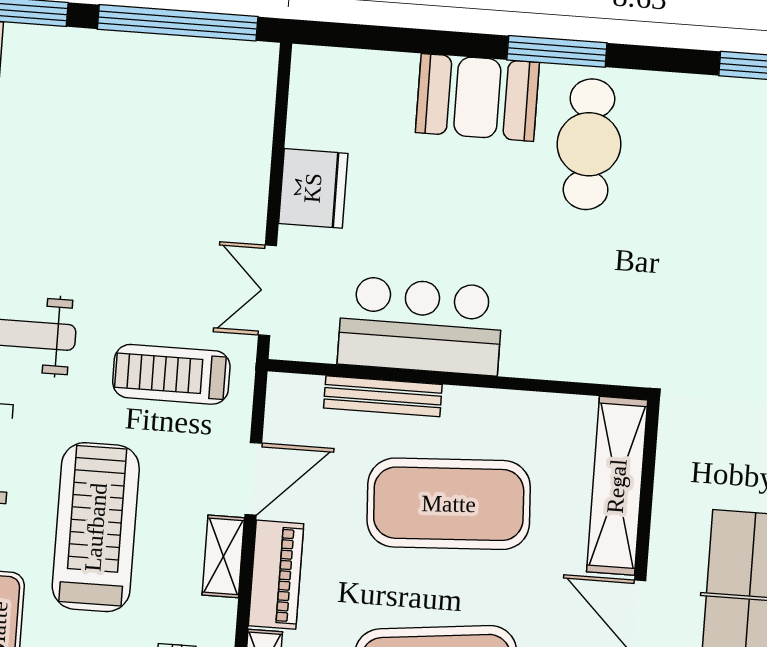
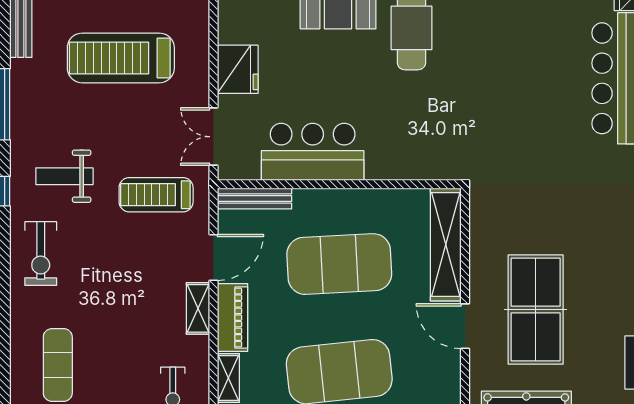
bench: (383, 396) -> (255, 199), moved
treadmill: (96, 527) -> (121, 58), moved, turned -90

